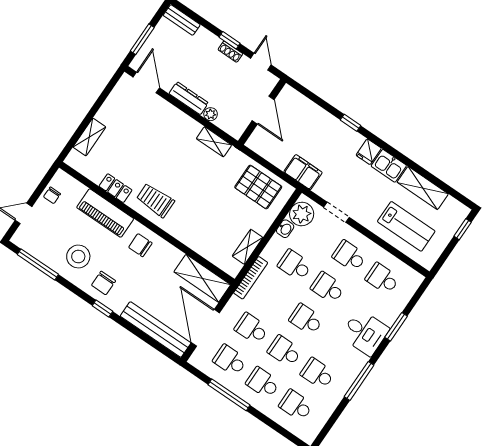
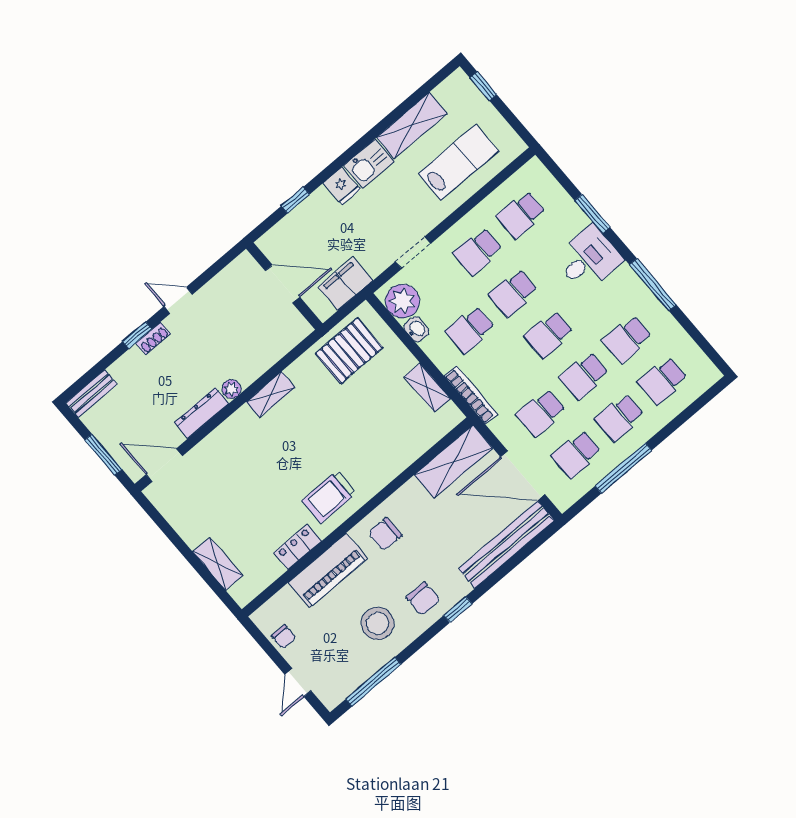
door: (263, 110) -> (282, 284), moved
wall: (262, 112) -> (284, 286), moved

